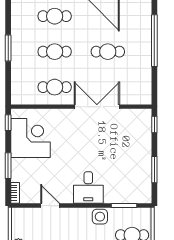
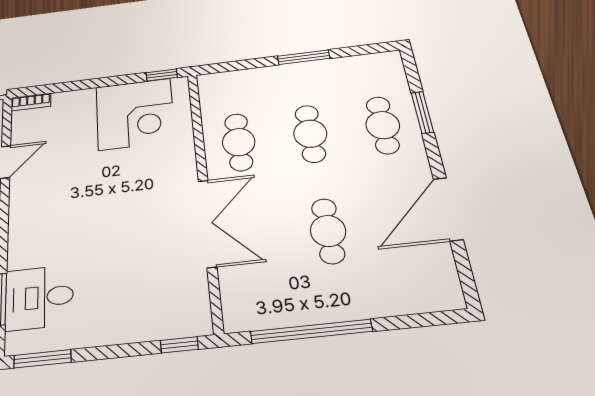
window: (154, 41) -> (311, 331), moved
window: (8, 166) -> (82, 85), removed
window: (154, 170) -> (42, 359), moved
desk: (88, 188) -> (39, 297), moved

